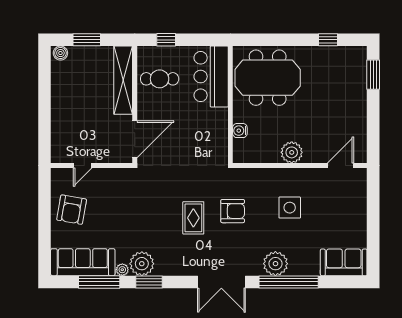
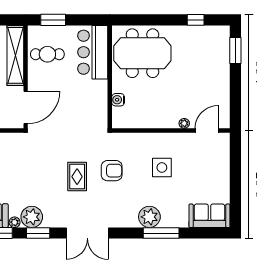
window: (166, 40) -> (53, 20), width x1.50
plant: (292, 152) -> (184, 123), moved, width x0.53, depth x0.53
double door: (221, 282) -> (87, 233), moved
window: (289, 282) -> (161, 233), width x0.68

